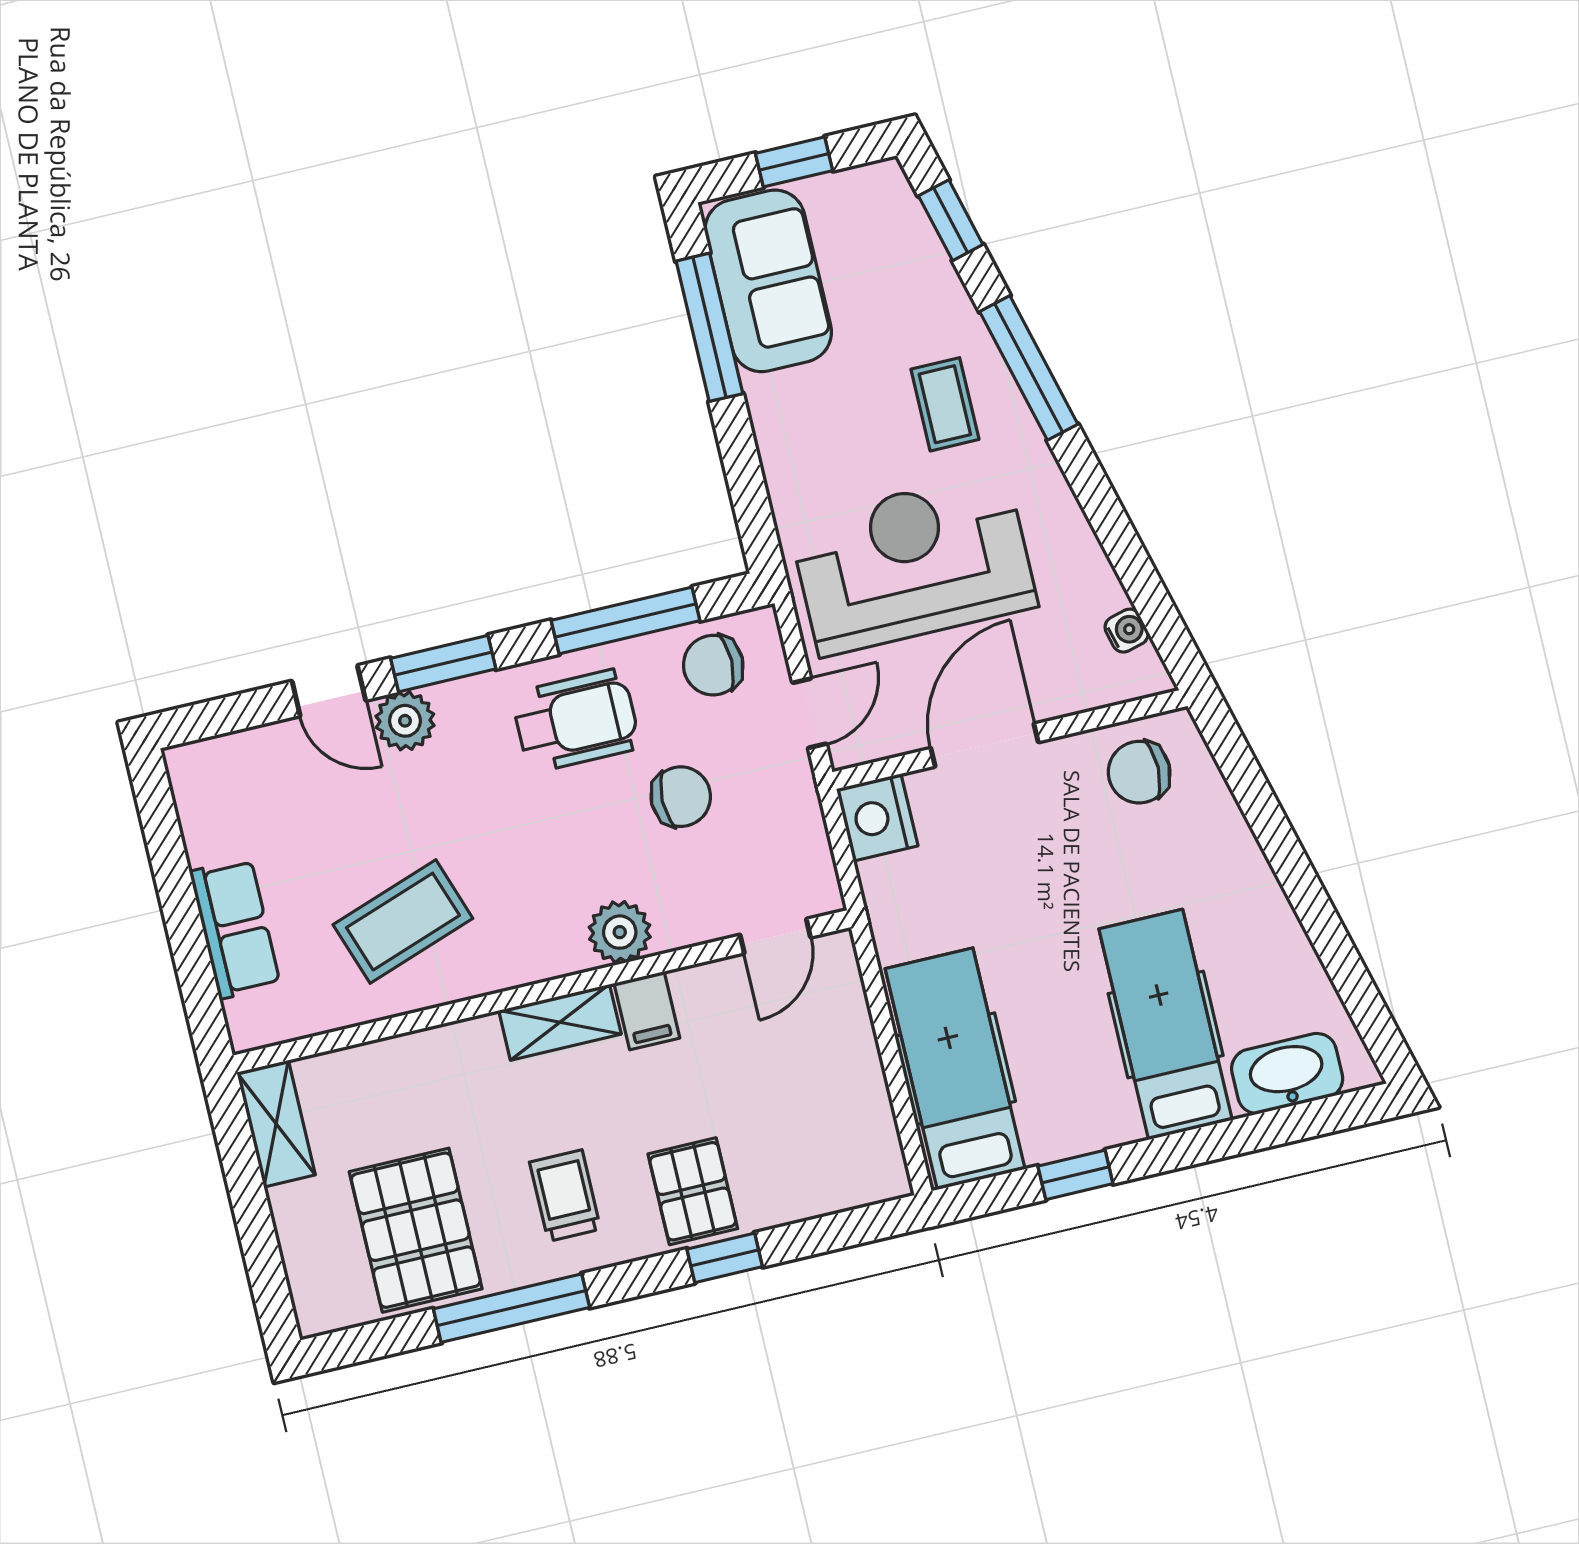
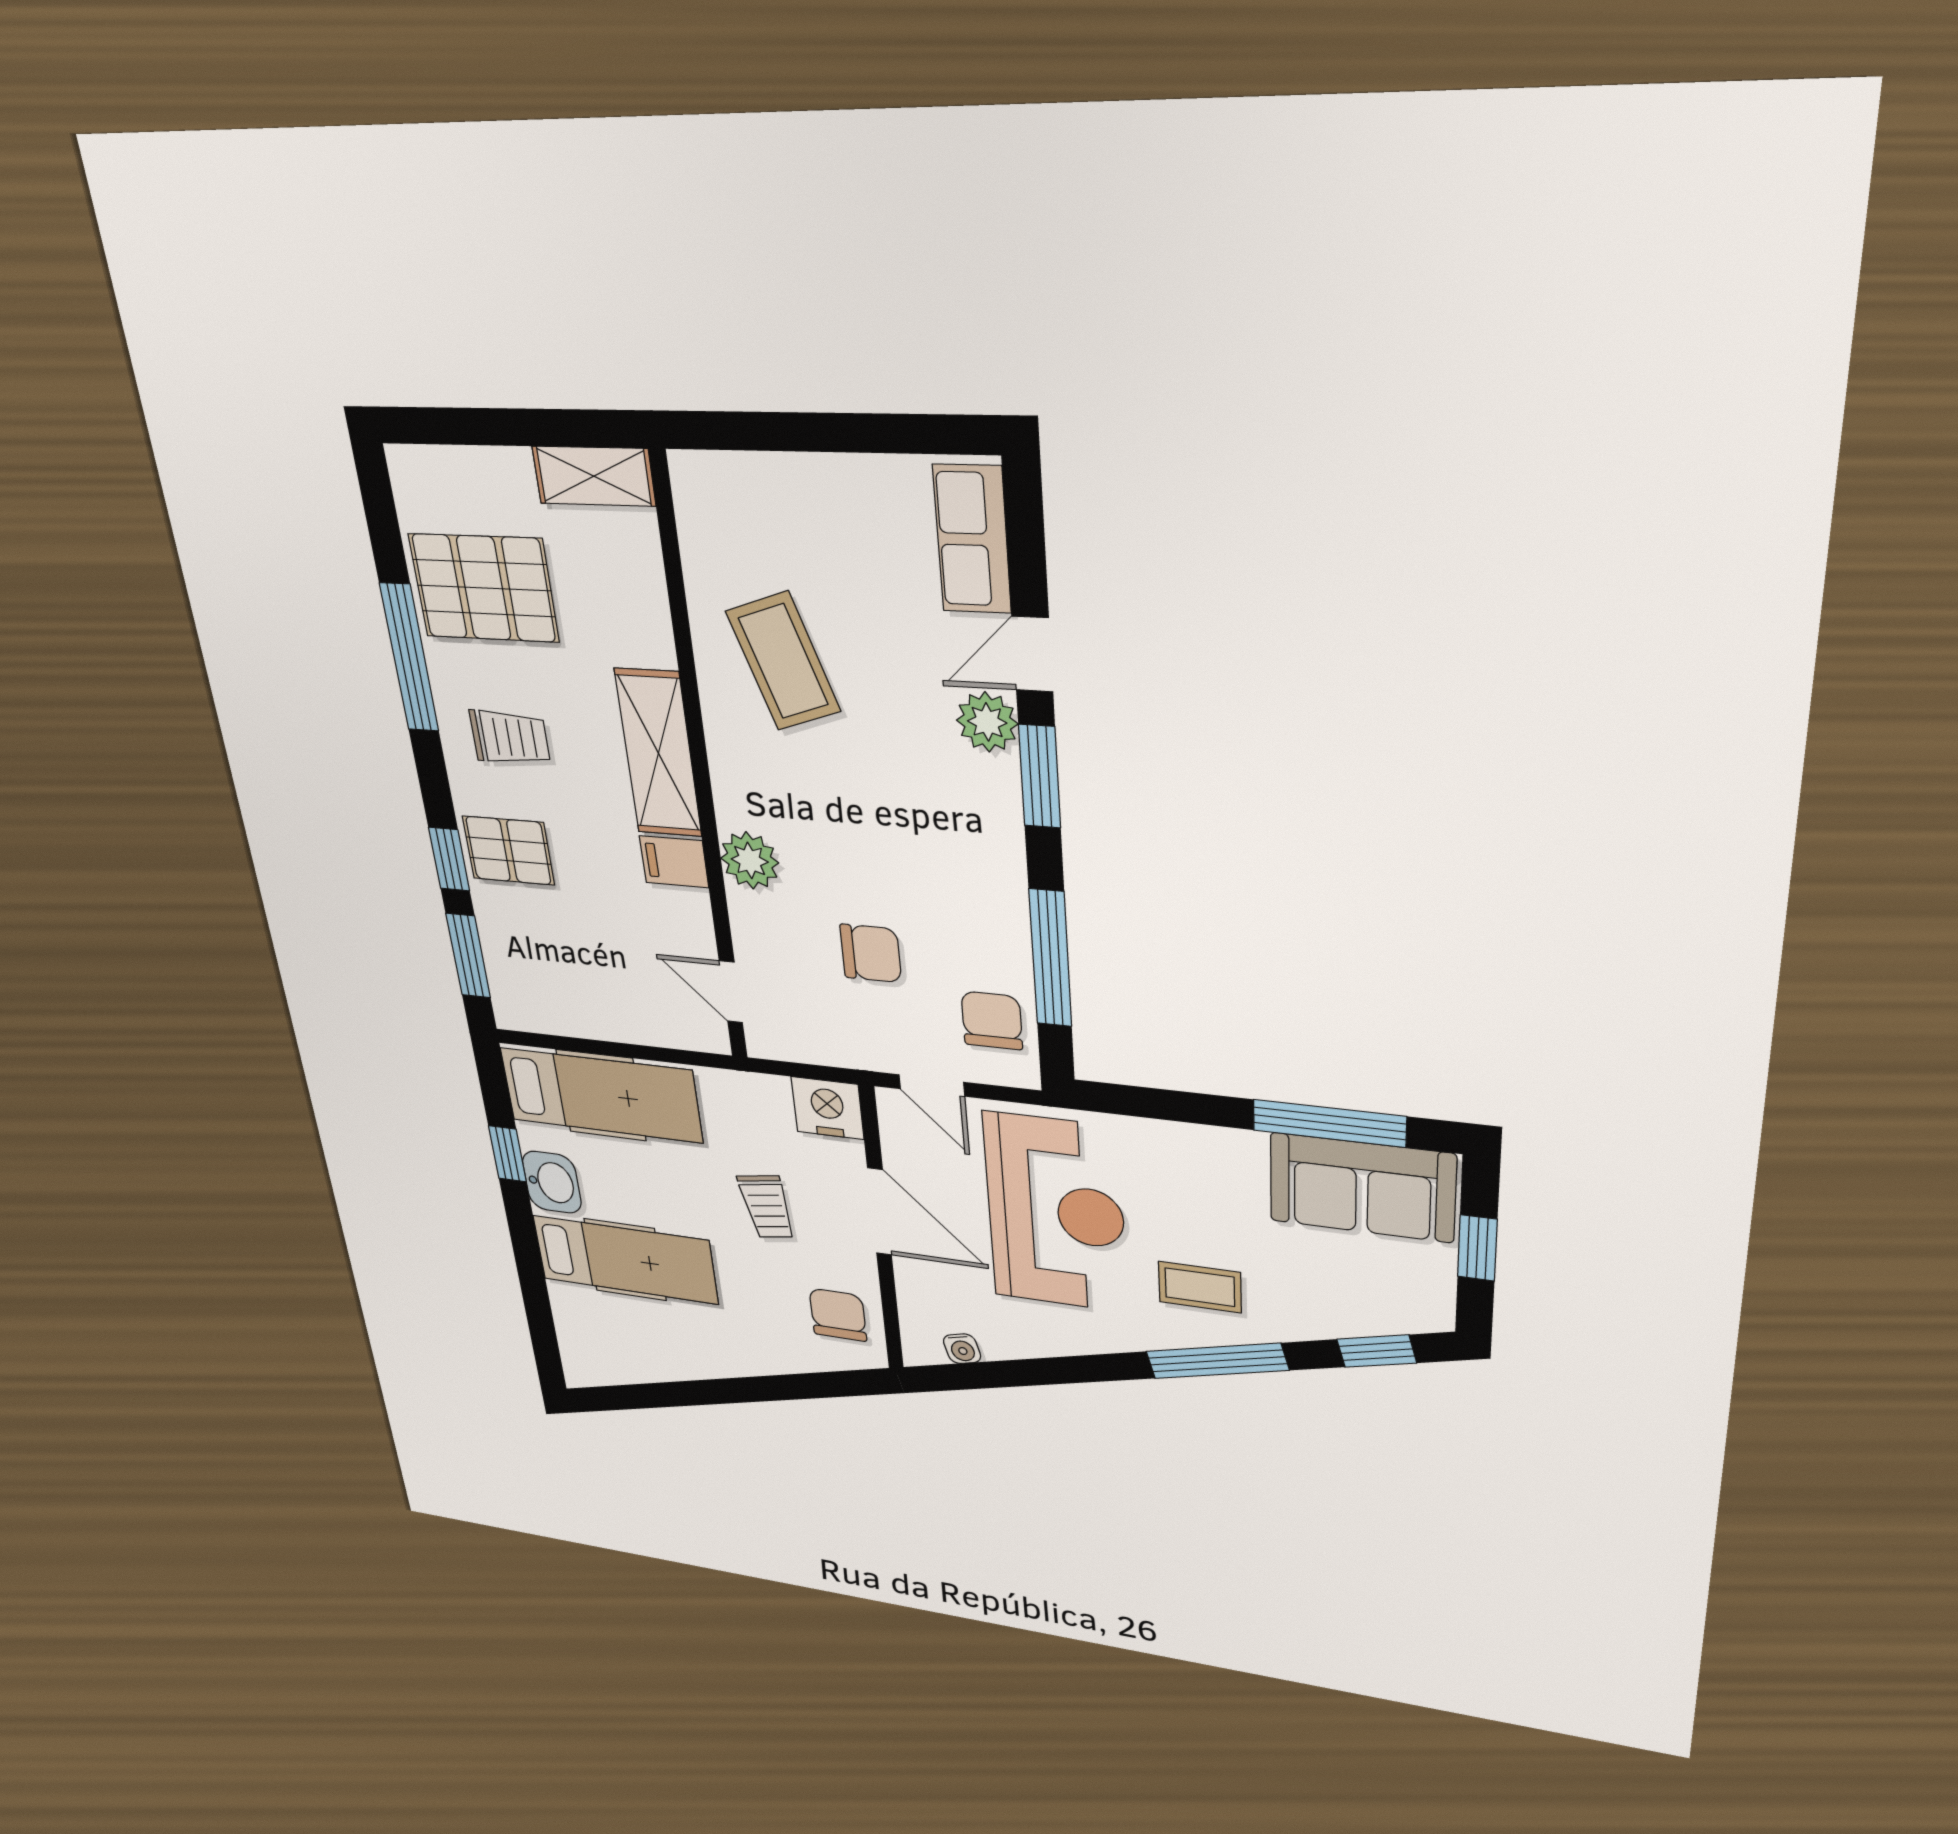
wheelchair: (576, 721) -> (959, 884), removed
chair: (681, 797) -> (871, 953), turned -90
trolley: (1027, 869) -> (767, 1207), added
row of seats: (235, 928) -> (972, 539), moved, turned 90
shelving: (560, 1022) -> (658, 753), width x1.50, depth x1.33
washbasin: (1287, 1074) -> (552, 1182), moved, width x0.72
window: (834, 1232) -> (468, 956), added

